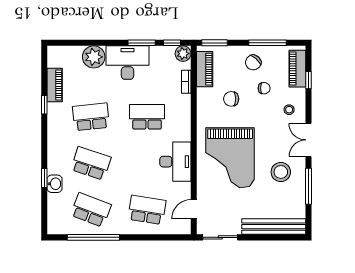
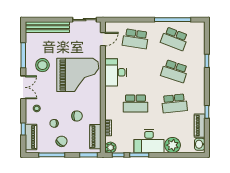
grand piano: (230, 158) -> (78, 75), turned 90
washbasin: (55, 184) -> (200, 144), moved

